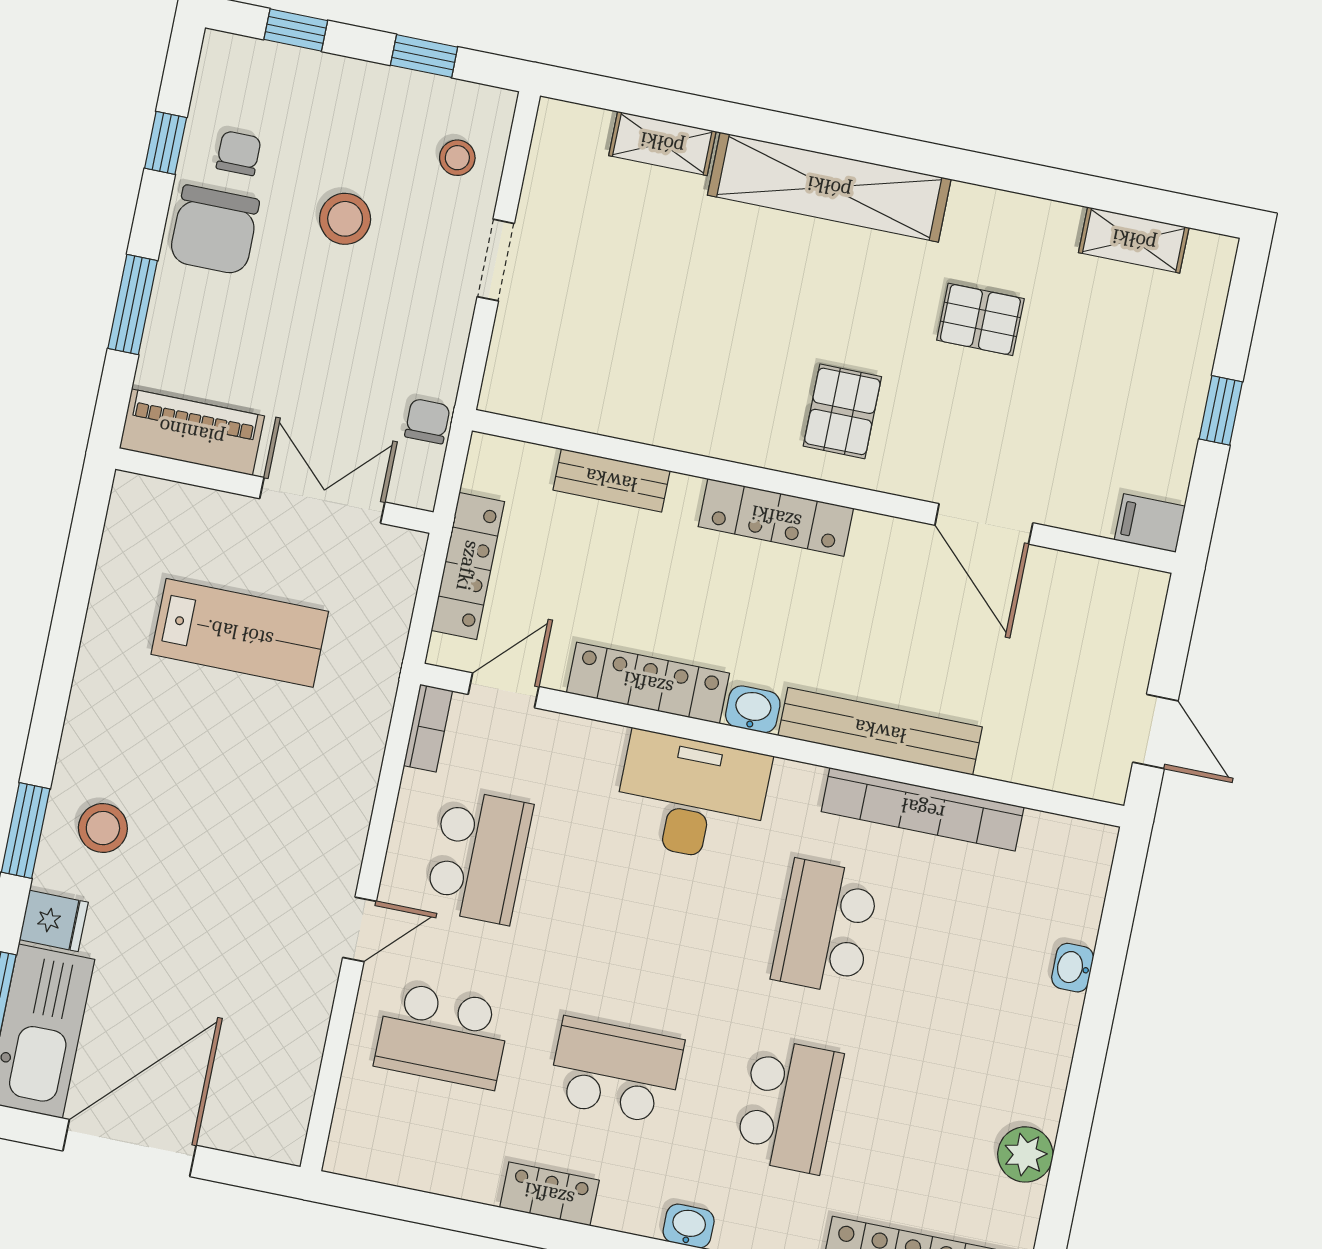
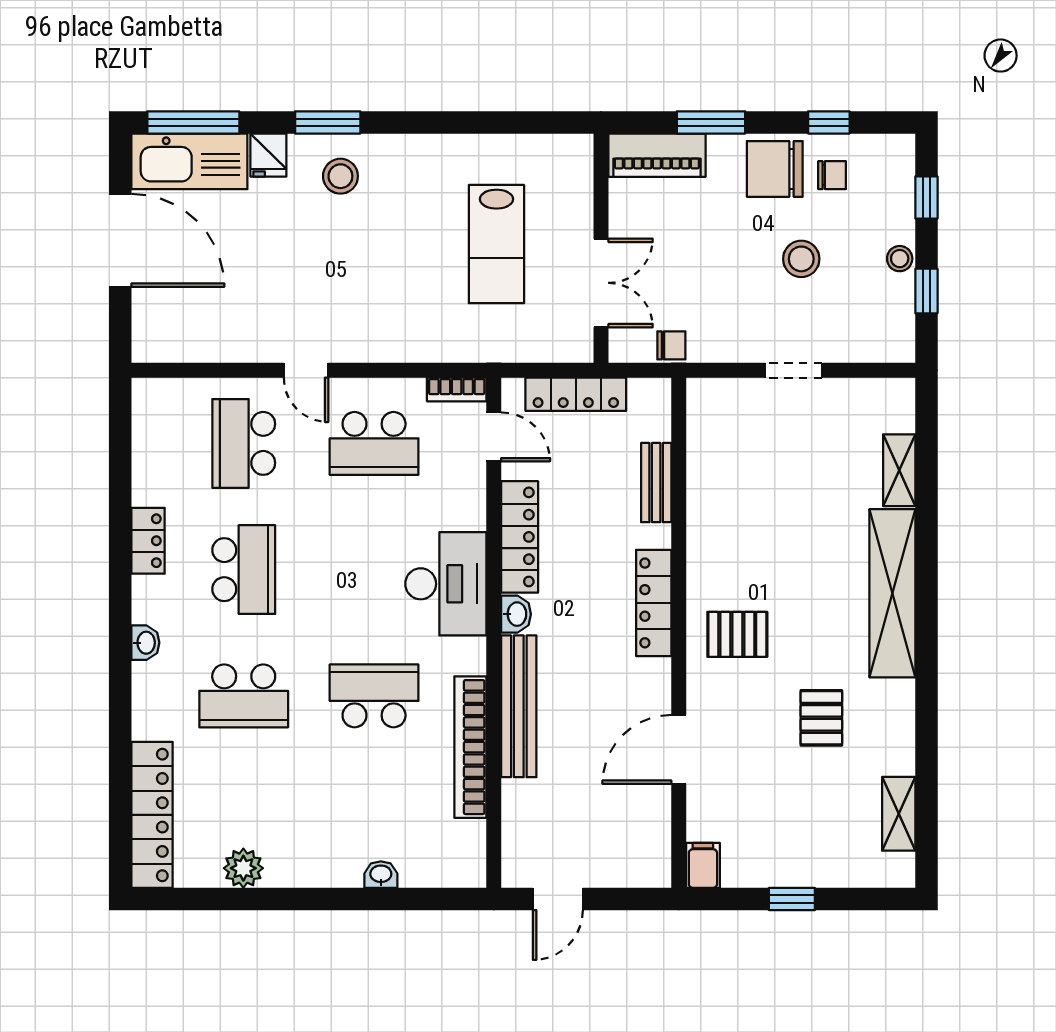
stool: (457, 158) -> (900, 259), moved
piano: (192, 432) -> (657, 155), moved, turned 90

